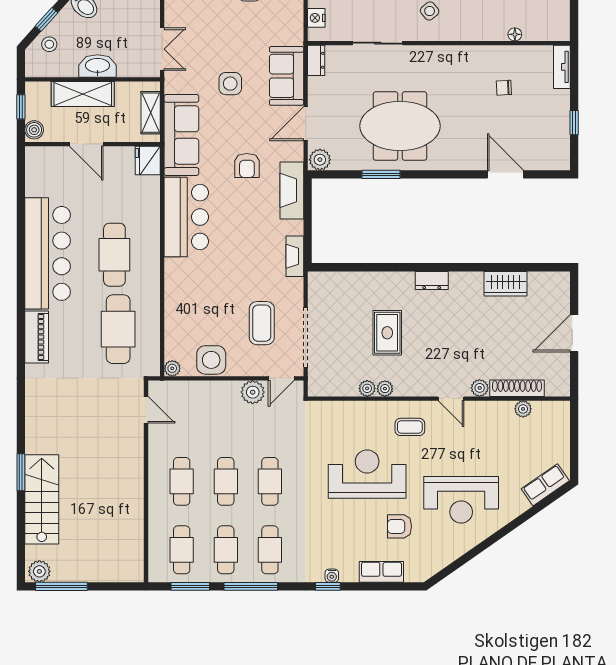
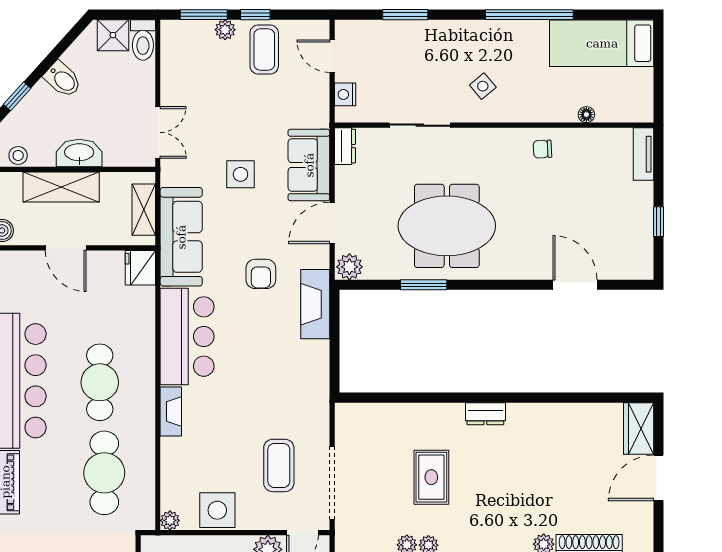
stool: (49, 44) -> (18, 155), moved
chair: (504, 88) -> (542, 149), moved
fireplace: (295, 256) -> (171, 411), moved, turned 180
wardrobe: (506, 284) -> (639, 428), moved, turned 90

